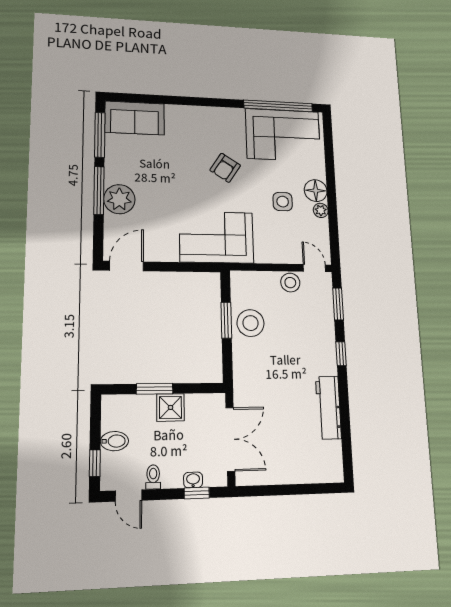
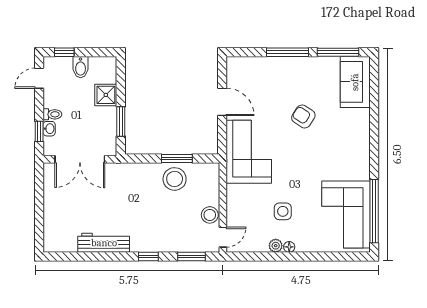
armchair: (225, 168) -> (303, 116), moved
floor lamp: (316, 191) -> (289, 247), width x0.53, depth x0.53
plant: (119, 199) -> (280, 69), removed
door: (127, 266) -> (222, 102), moved
window: (155, 389) -> (121, 122), moved
shower: (171, 407) -> (106, 95), moved
toilet: (153, 477) -> (52, 114), moved

